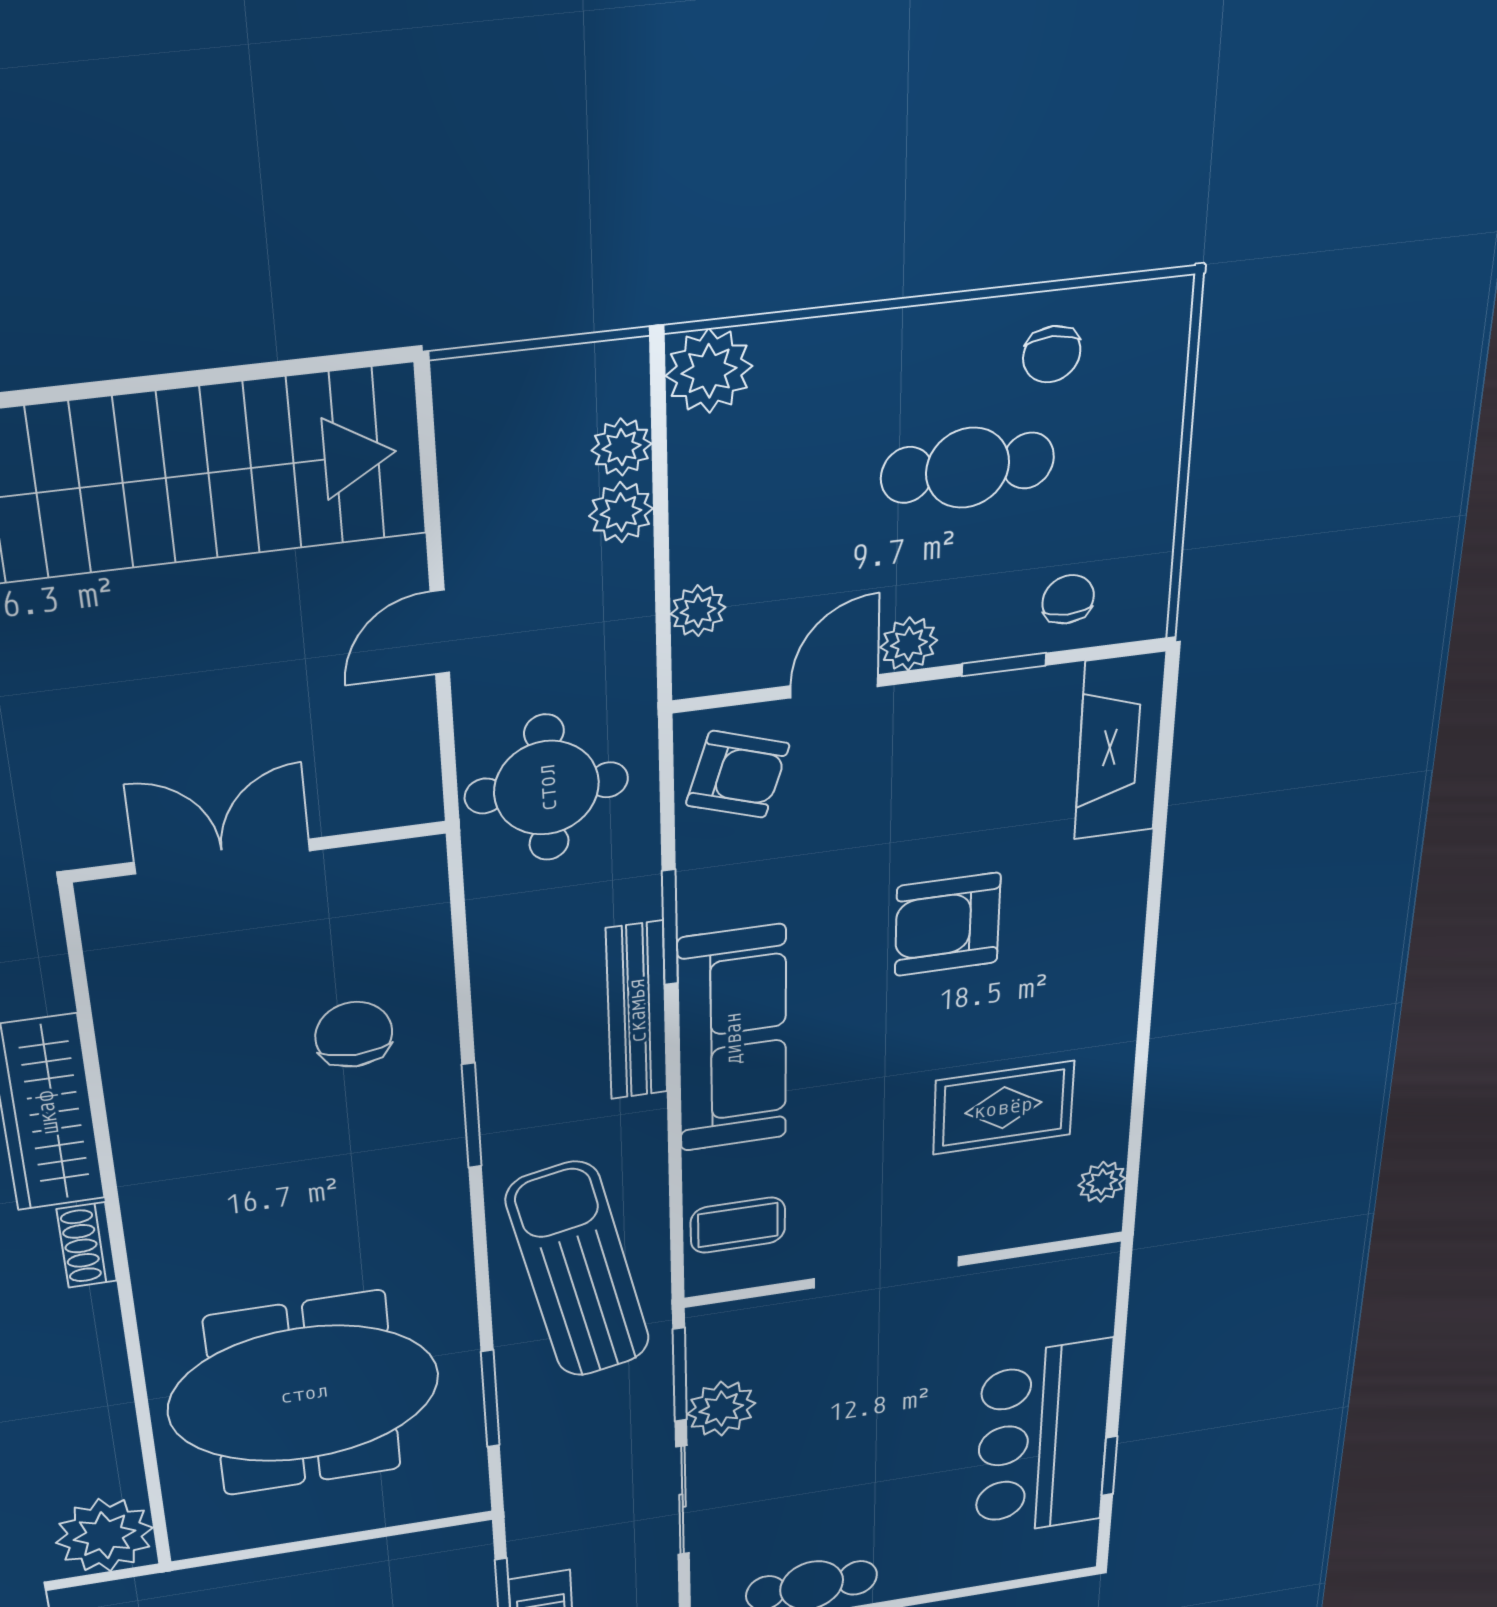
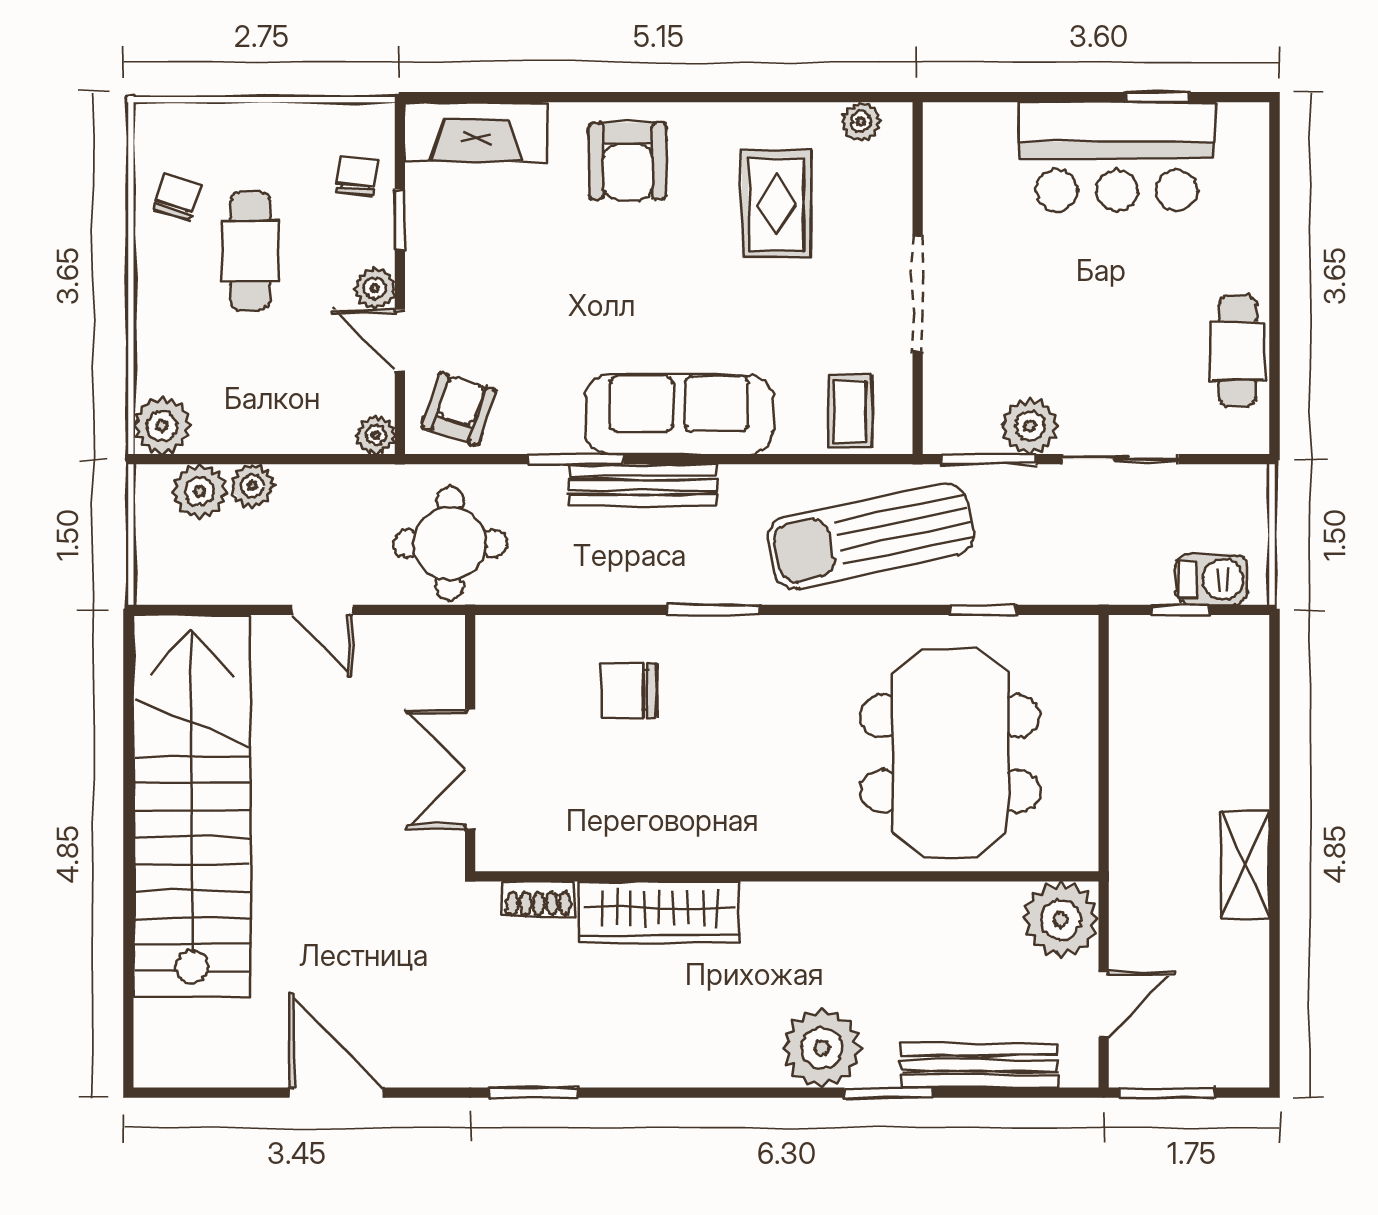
chair: (1052, 354) -> (177, 197), turned -73
plant: (621, 447) -> (200, 492), width x1.38, depth x1.38
chair: (1068, 599) -> (356, 176), turned 96
plant: (698, 611) -> (376, 435), moved
armchair: (947, 924) -> (628, 161), moved
shoe rack: (87, 1245) -> (539, 899), moved
window: (490, 1399) -> (983, 610), width x0.67

